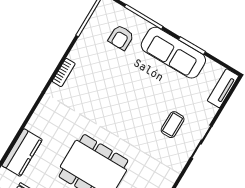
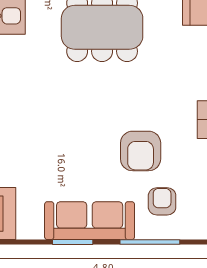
armchair: (116, 77) -> (141, 151), added
coffee table: (173, 125) -> (40, 135), removed

